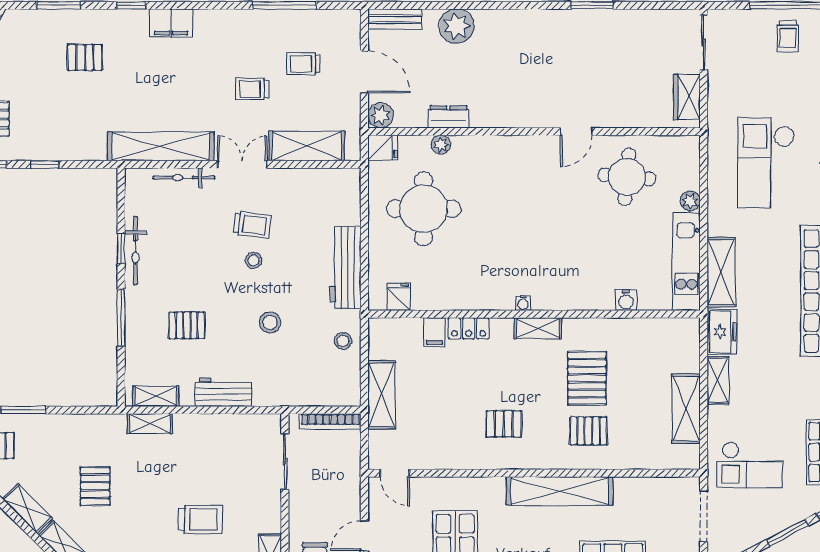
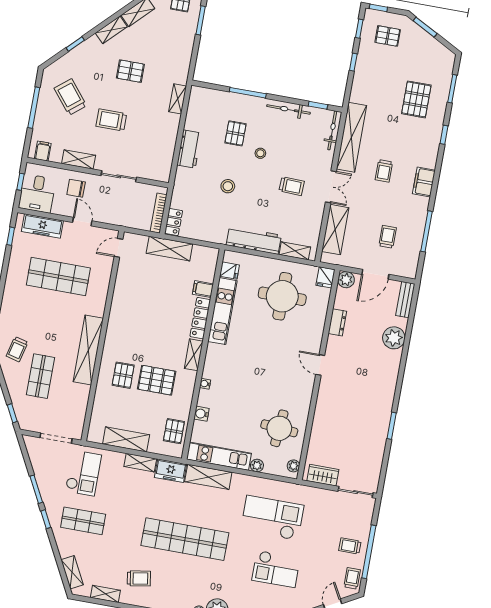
filing cabinet: (171, 23) -> (424, 182), moved
pallet: (85, 57) -> (416, 99), width x1.50, depth x1.42
trolley: (252, 89) -> (384, 171), moved, turned 180
door: (576, 132) -> (320, 365), moved
plant: (441, 145) -> (293, 466), moved
bicycle: (184, 178) -> (332, 130), moved
trolley: (252, 225) -> (292, 186), turned -95
window: (121, 249) -> (318, 105), moved
stool: (254, 260) -> (260, 153), moved
kitchen unit: (463, 296) -> (222, 311), added
water cooler: (523, 303) -> (205, 384), moved
locker: (469, 328) -> (200, 318), width x1.53
stool: (343, 341) -> (208, 230), removed
shelving: (156, 396) -> (295, 251), moved, turned 90
locker: (340, 396) -> (174, 222), added
pallet: (504, 424) -> (174, 431), moved
sliding door: (285, 461) -> (119, 176), moved
checkout: (749, 465) -> (83, 473), turned 180
pallet: (95, 486) -> (130, 71), moved
trolley: (200, 519) -> (111, 120), turned 90

